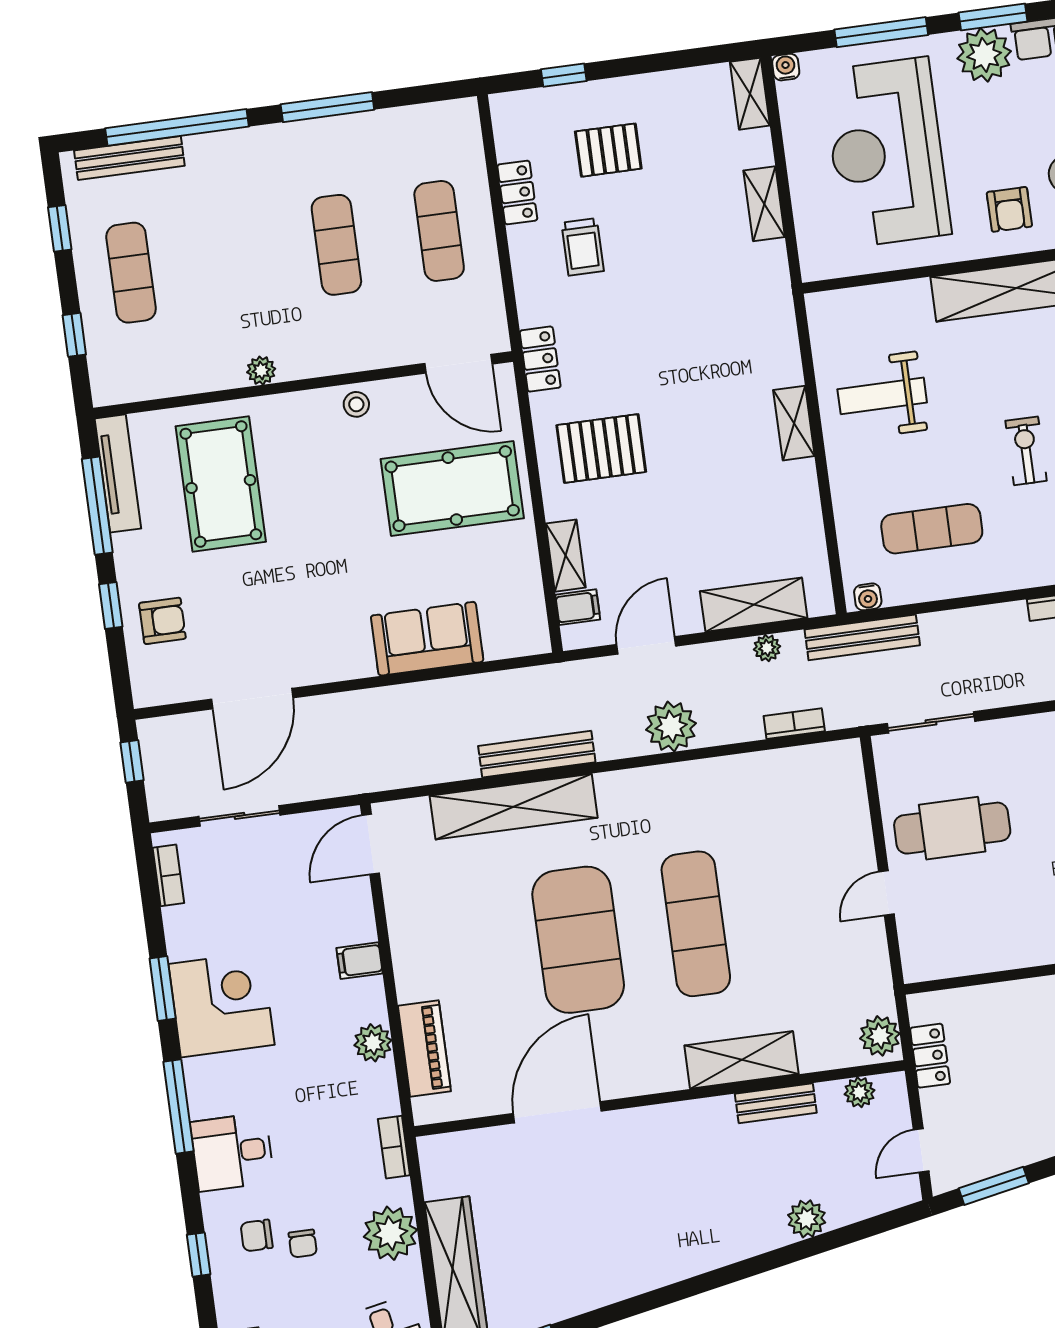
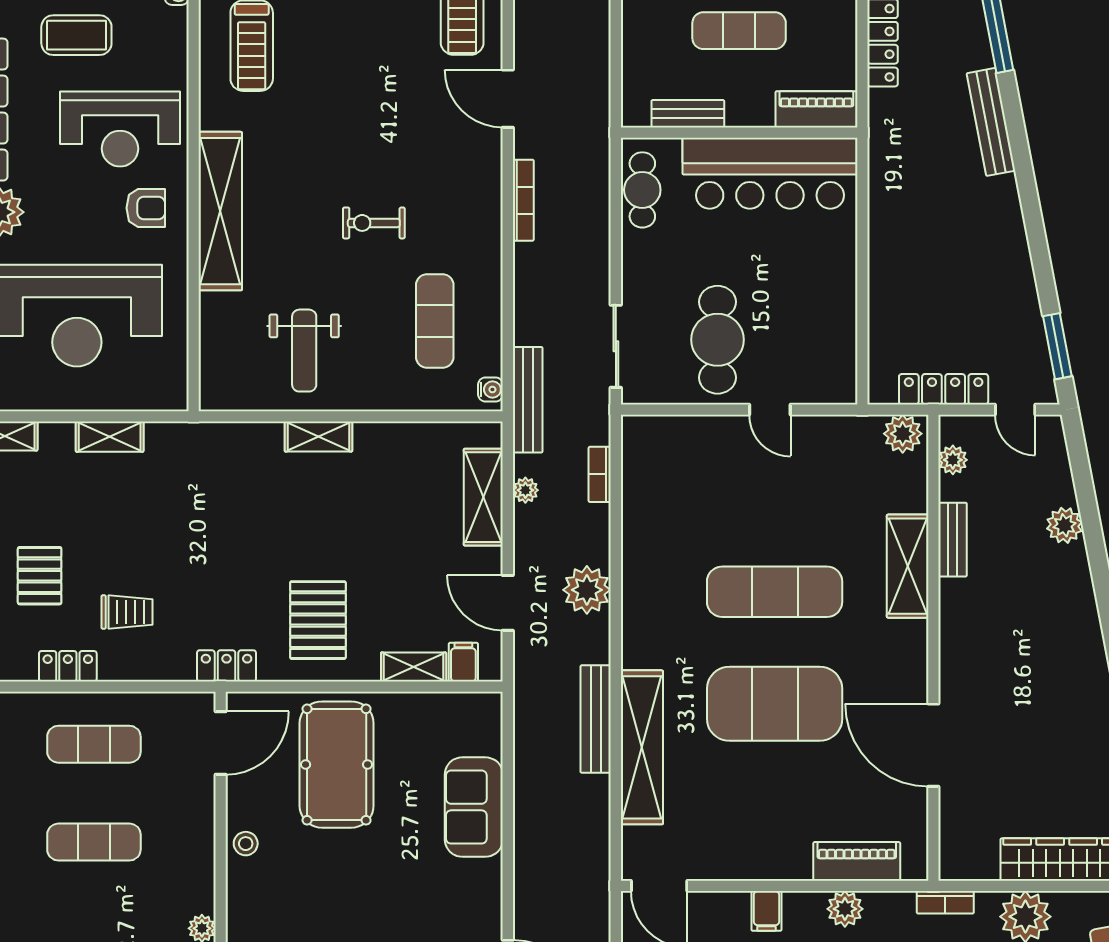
locker: (930, 1056) -> (944, 389), width x1.53

